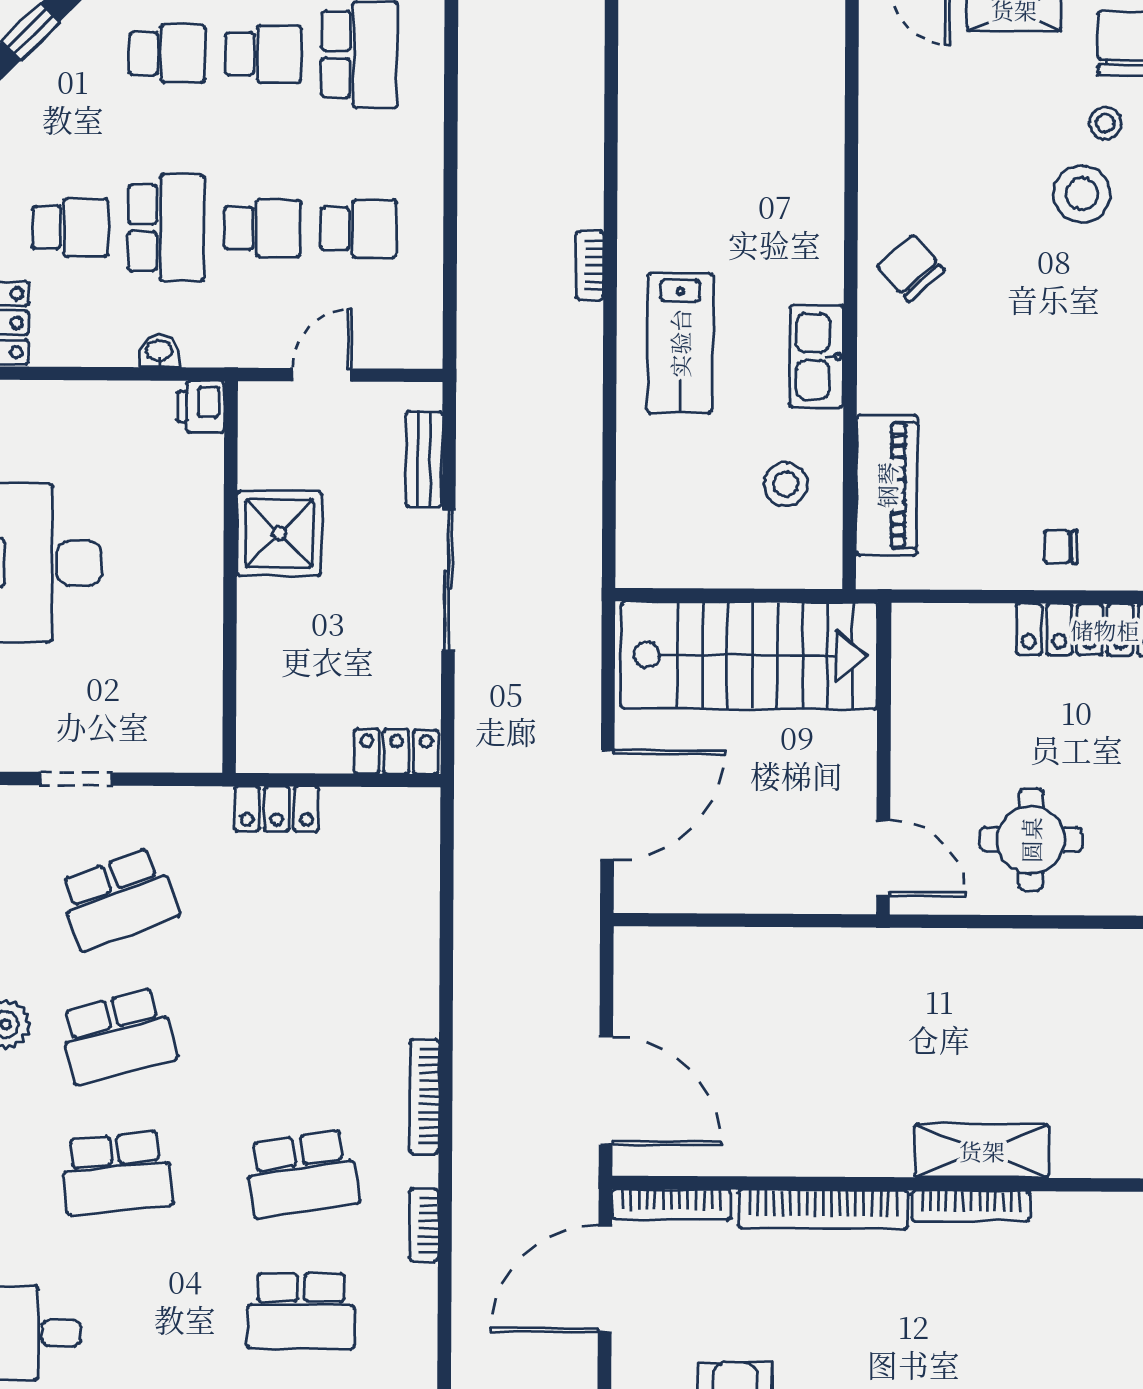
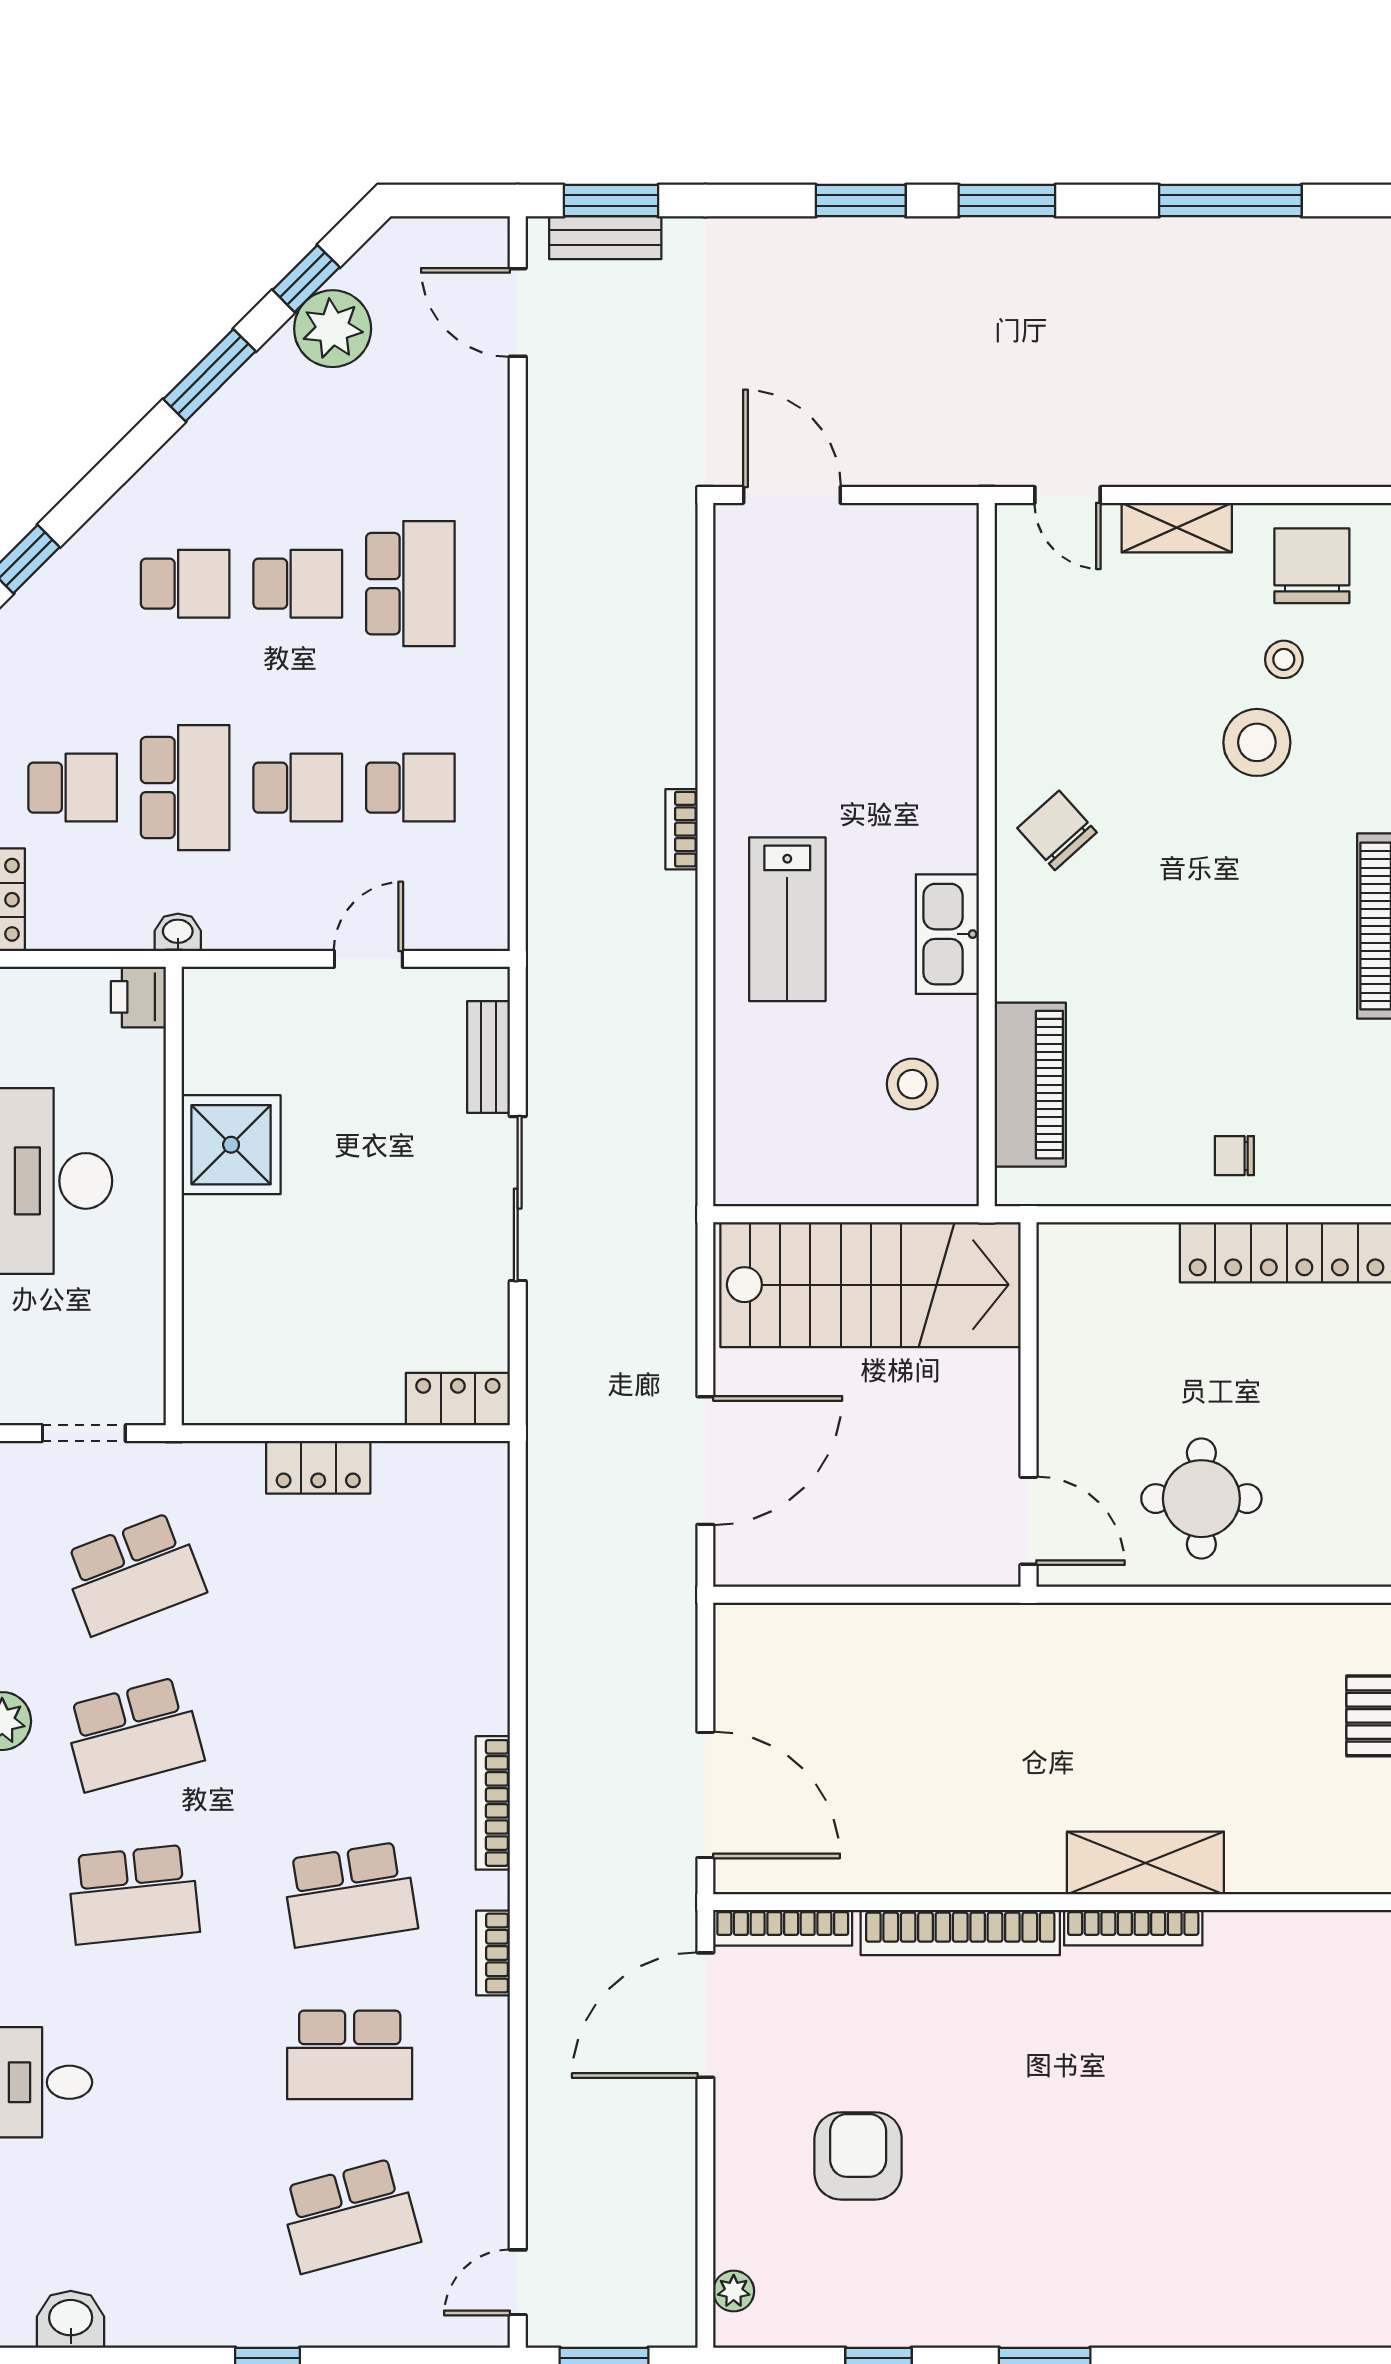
printer: (201, 407) -> (138, 997), moved
shower: (279, 533) -> (231, 1145), moved
wall: (230, 577) -> (174, 1196), moved

